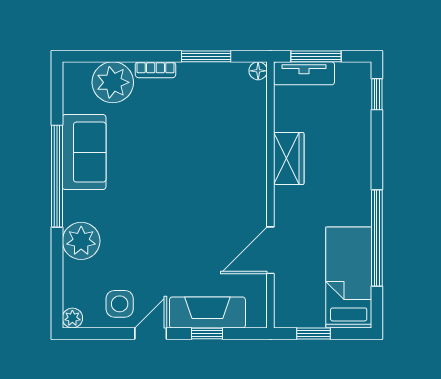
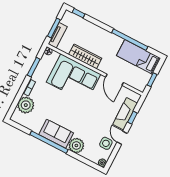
sofa: (84, 152) -> (56, 134), moved
corner sofa: (227, 157) -> (74, 78), added
wardrobe: (289, 158) -> (85, 56), width x1.50

